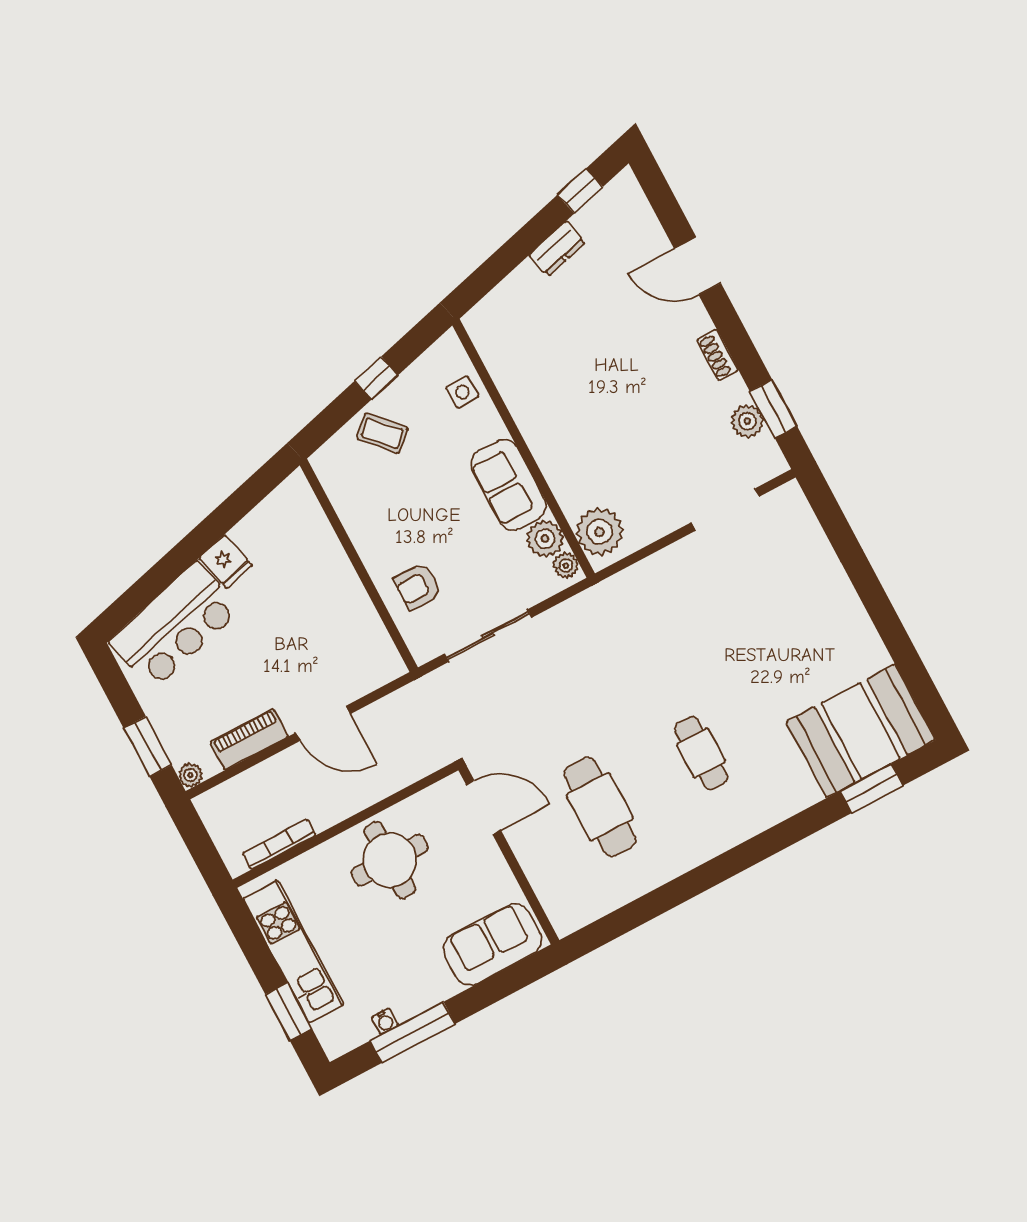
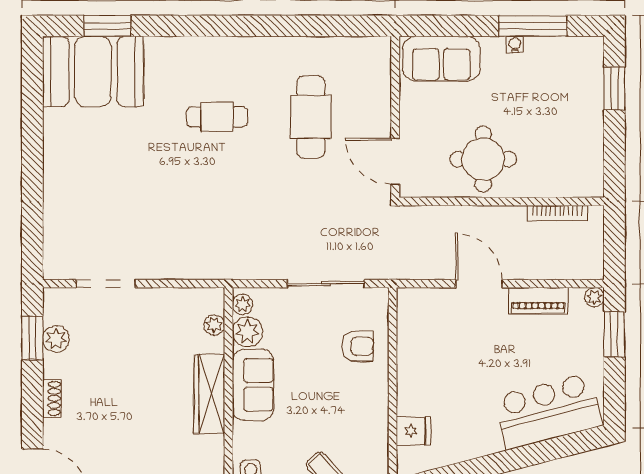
wardrobe: (550, 450) -> (209, 394), added
plant: (600, 532) -> (214, 325), width x0.53, depth x0.53
fridge: (226, 562) -> (413, 431), moved, turned 105
cafe table: (701, 753) -> (217, 117), turned 90
kitchen unit: (293, 952) -> (588, 130), removed
water cooler: (385, 1021) -> (515, 44), moved

